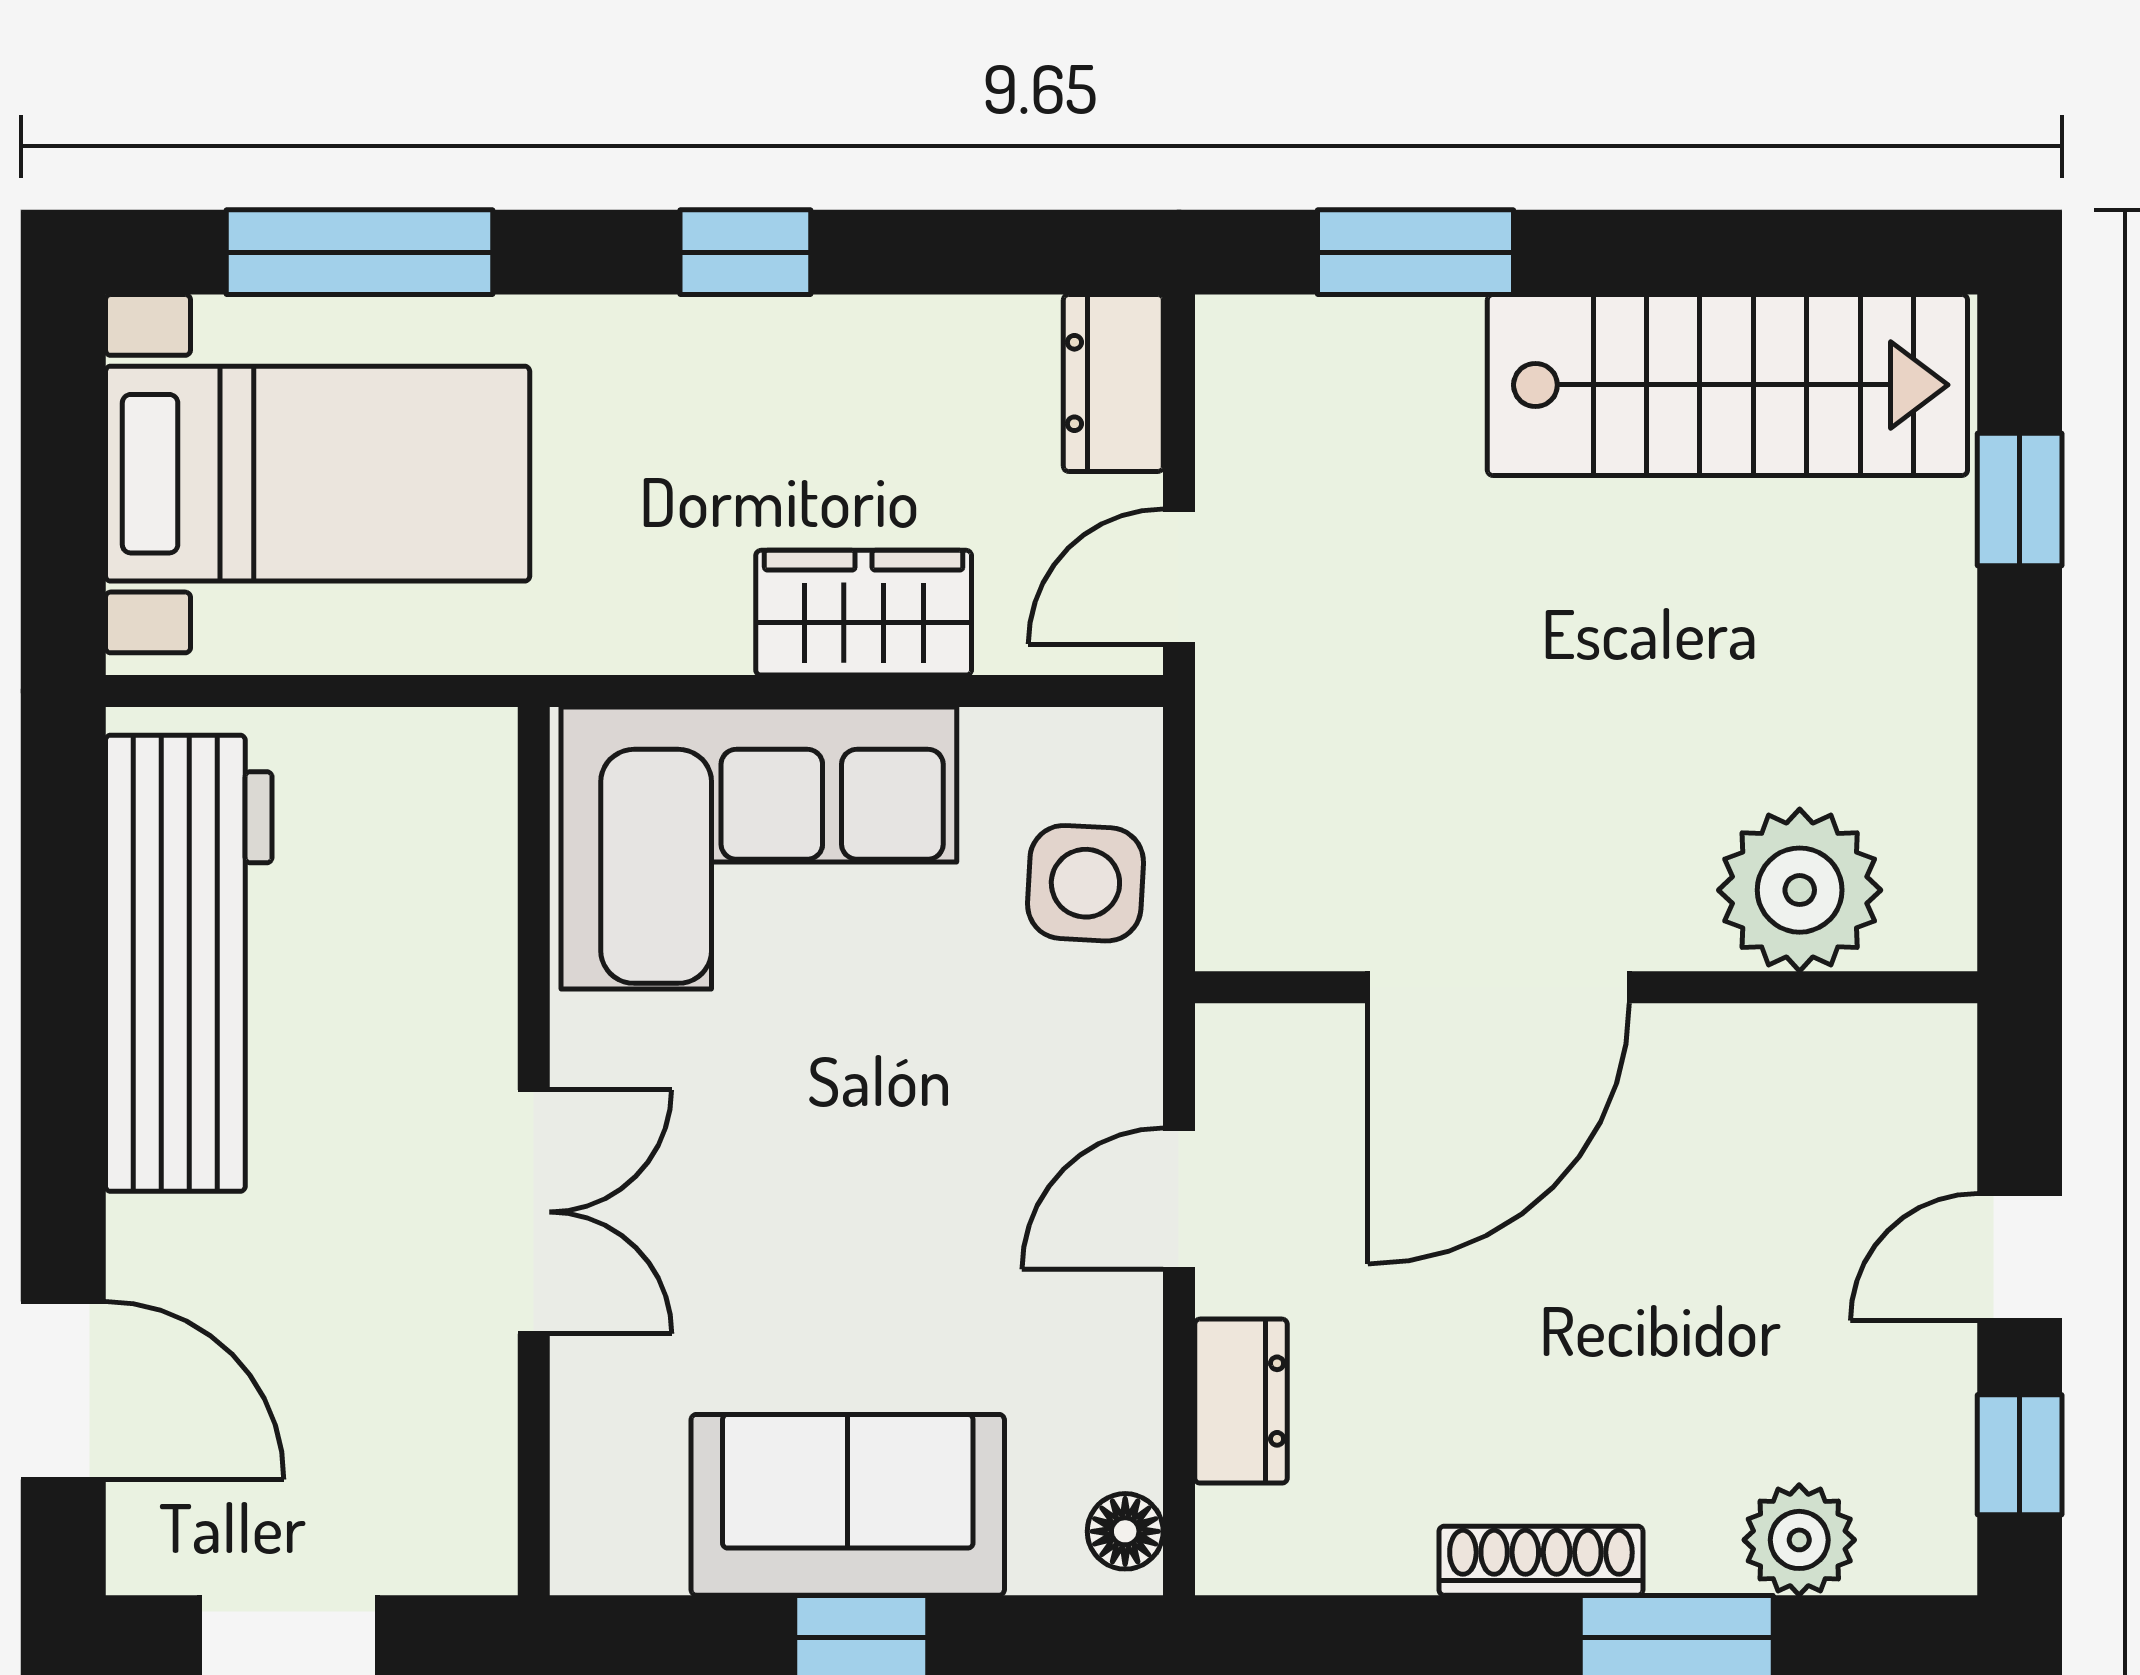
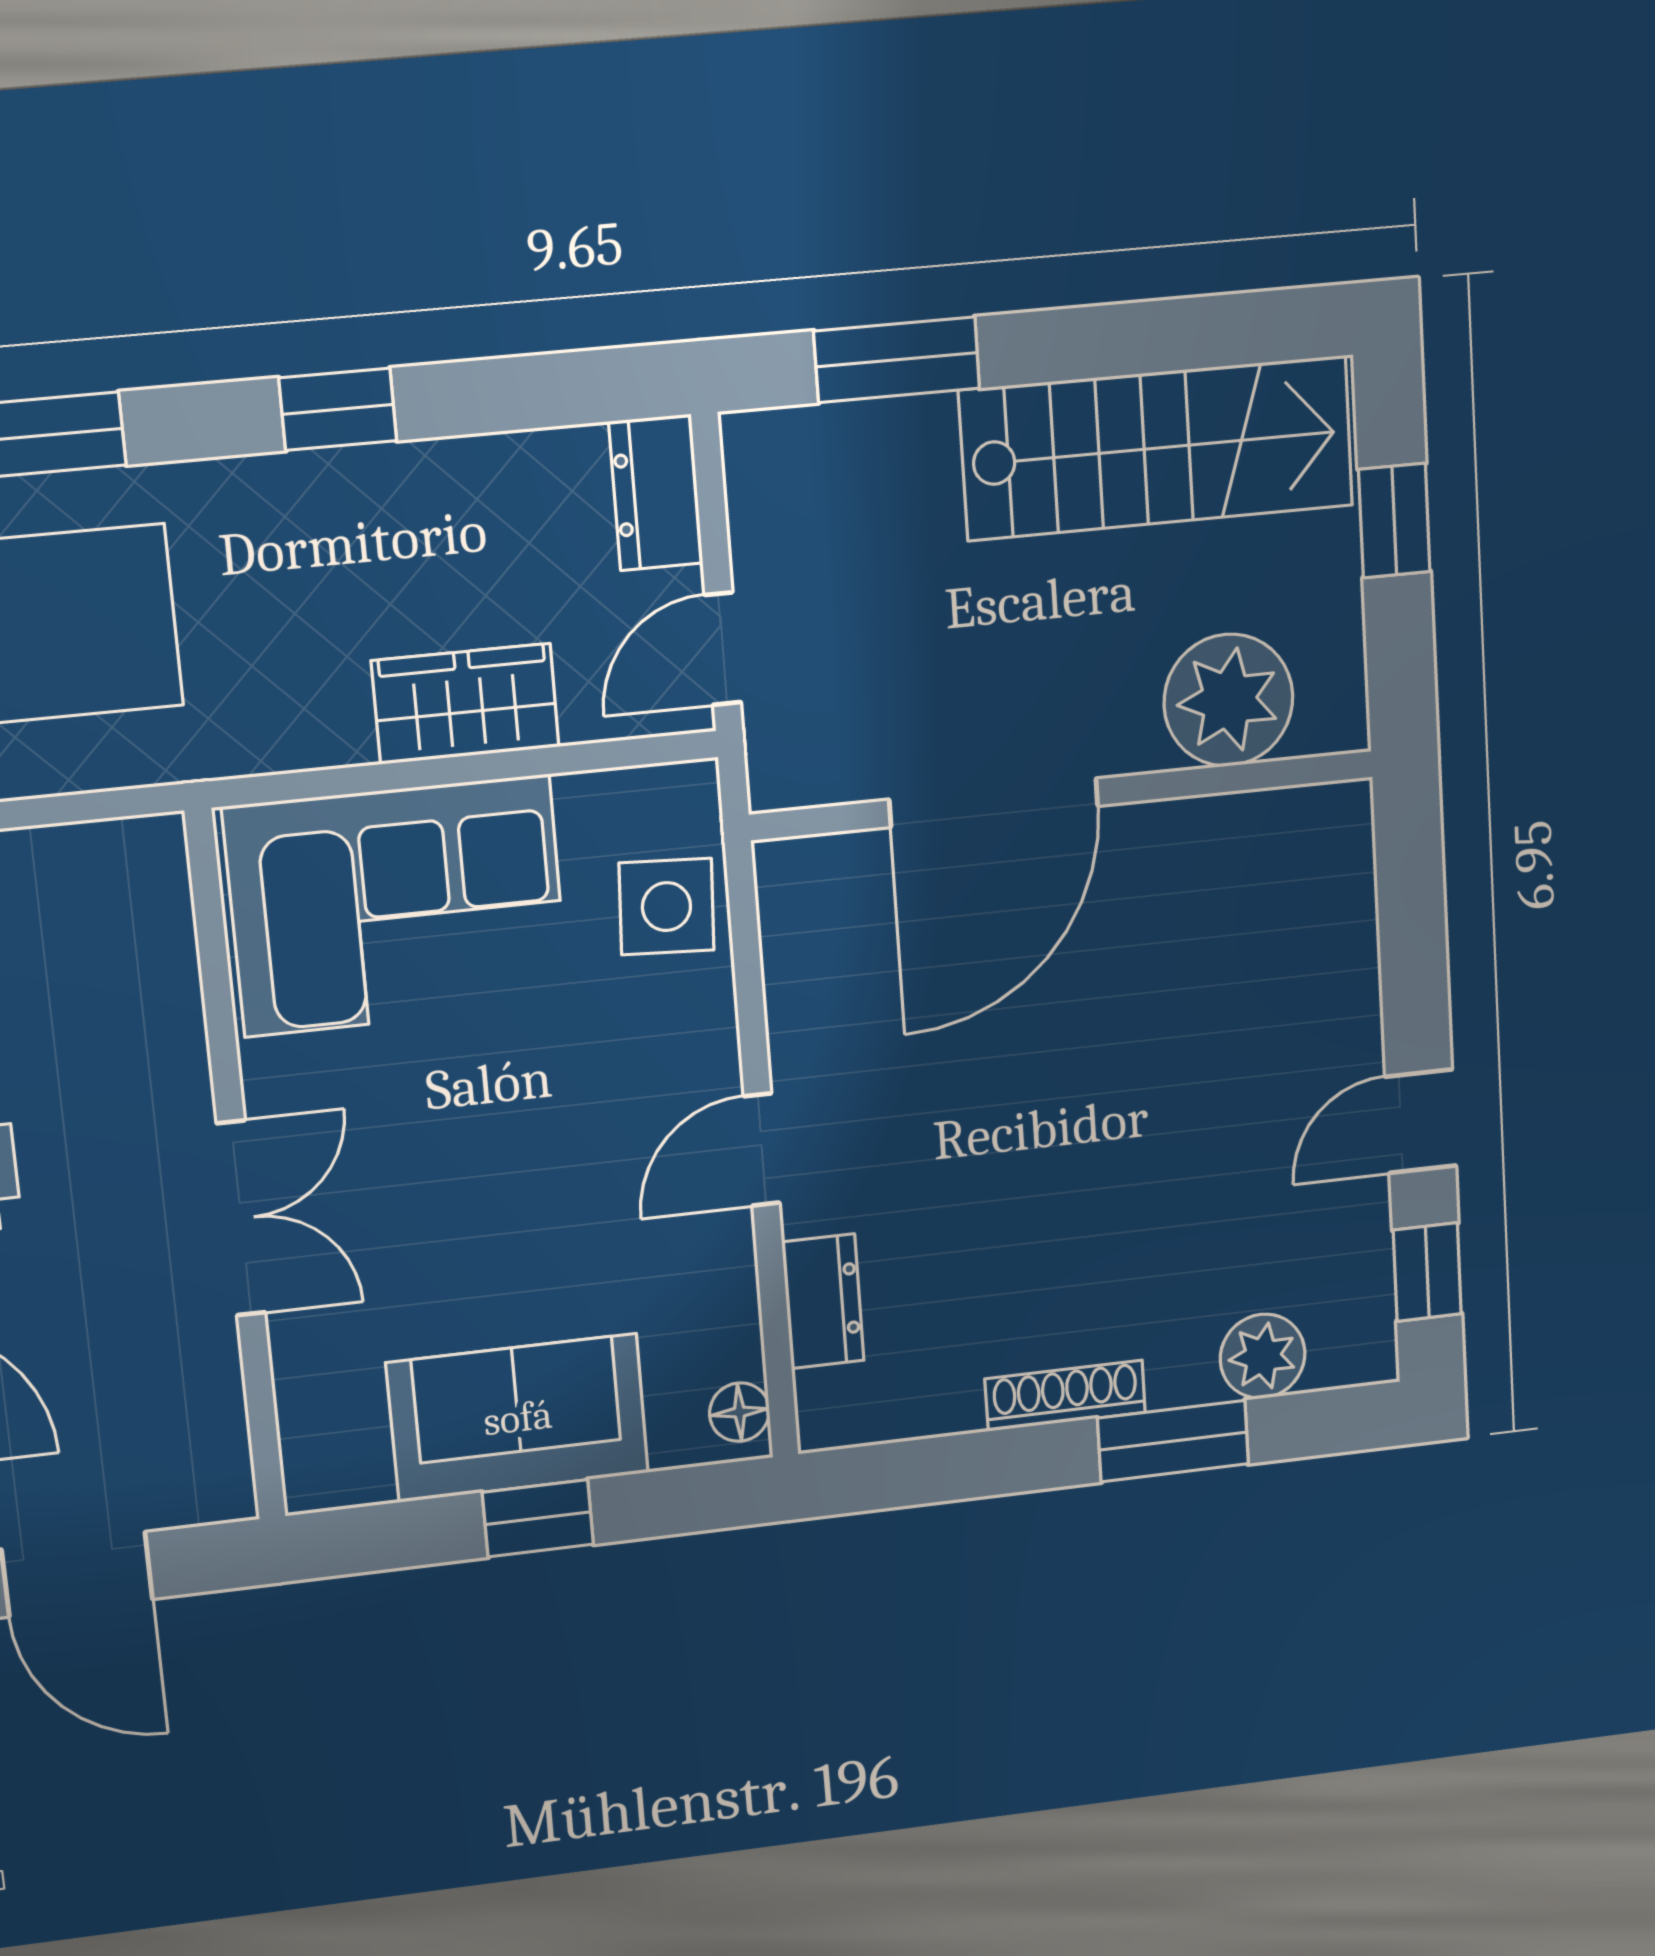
plant: (1800, 890) -> (1228, 700), moved
door: (1498, 987) -> (994, 803), moved
wall: (1586, 987) -> (1064, 796), moved

